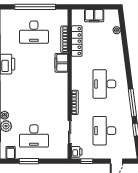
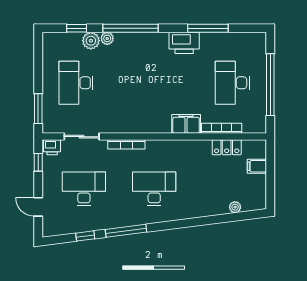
filing cabinet: (94, 16) -> (257, 166), width x0.50
locker: (77, 41) -> (227, 147), width x0.66
filing cabinet: (11, 152) -> (51, 48), removed
window: (29, 161) -> (38, 109), moved

